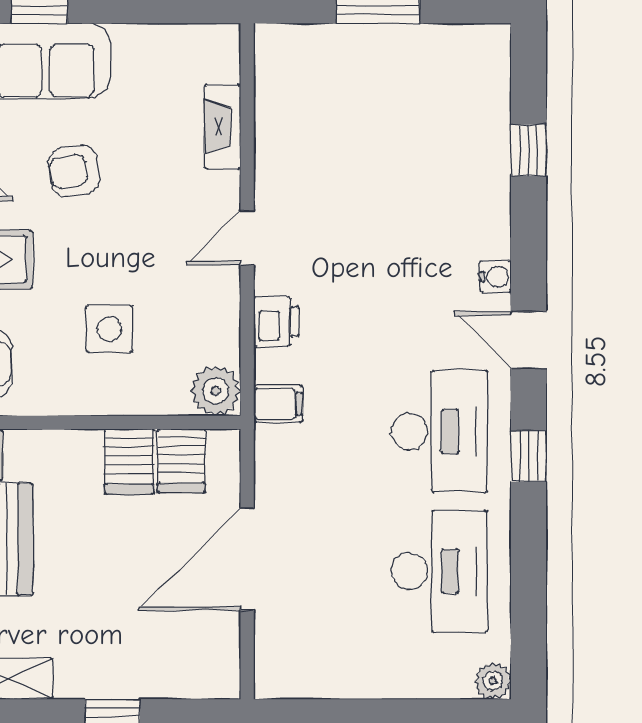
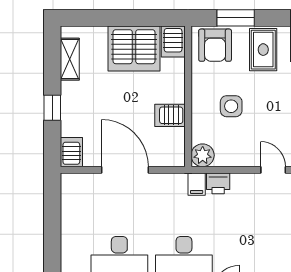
printer: (276, 321) -> (218, 183), moved
server rack: (181, 461) -> (71, 152), moved, turned 90

